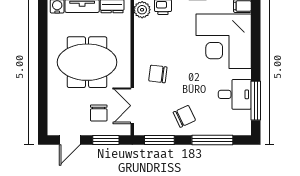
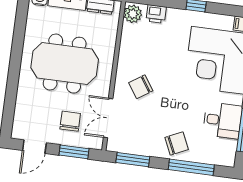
chair: (158, 74) -> (141, 87), turned -41
chair: (99, 113) -> (70, 121), turned 180
chair: (184, 116) -> (177, 143), moved

